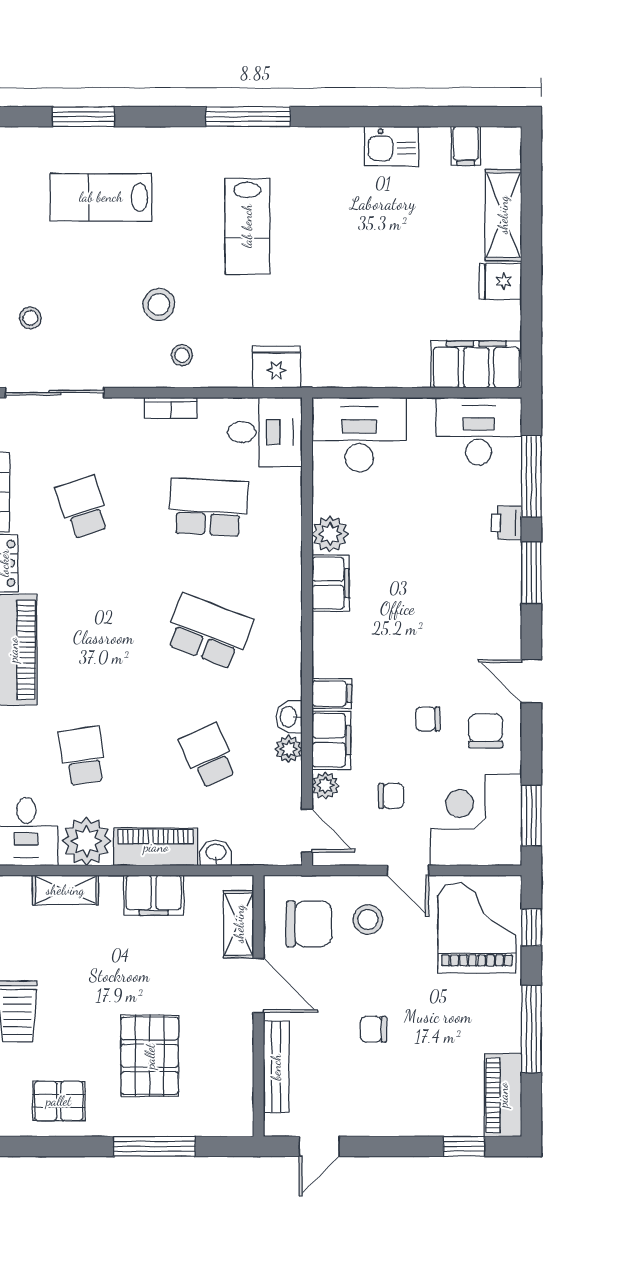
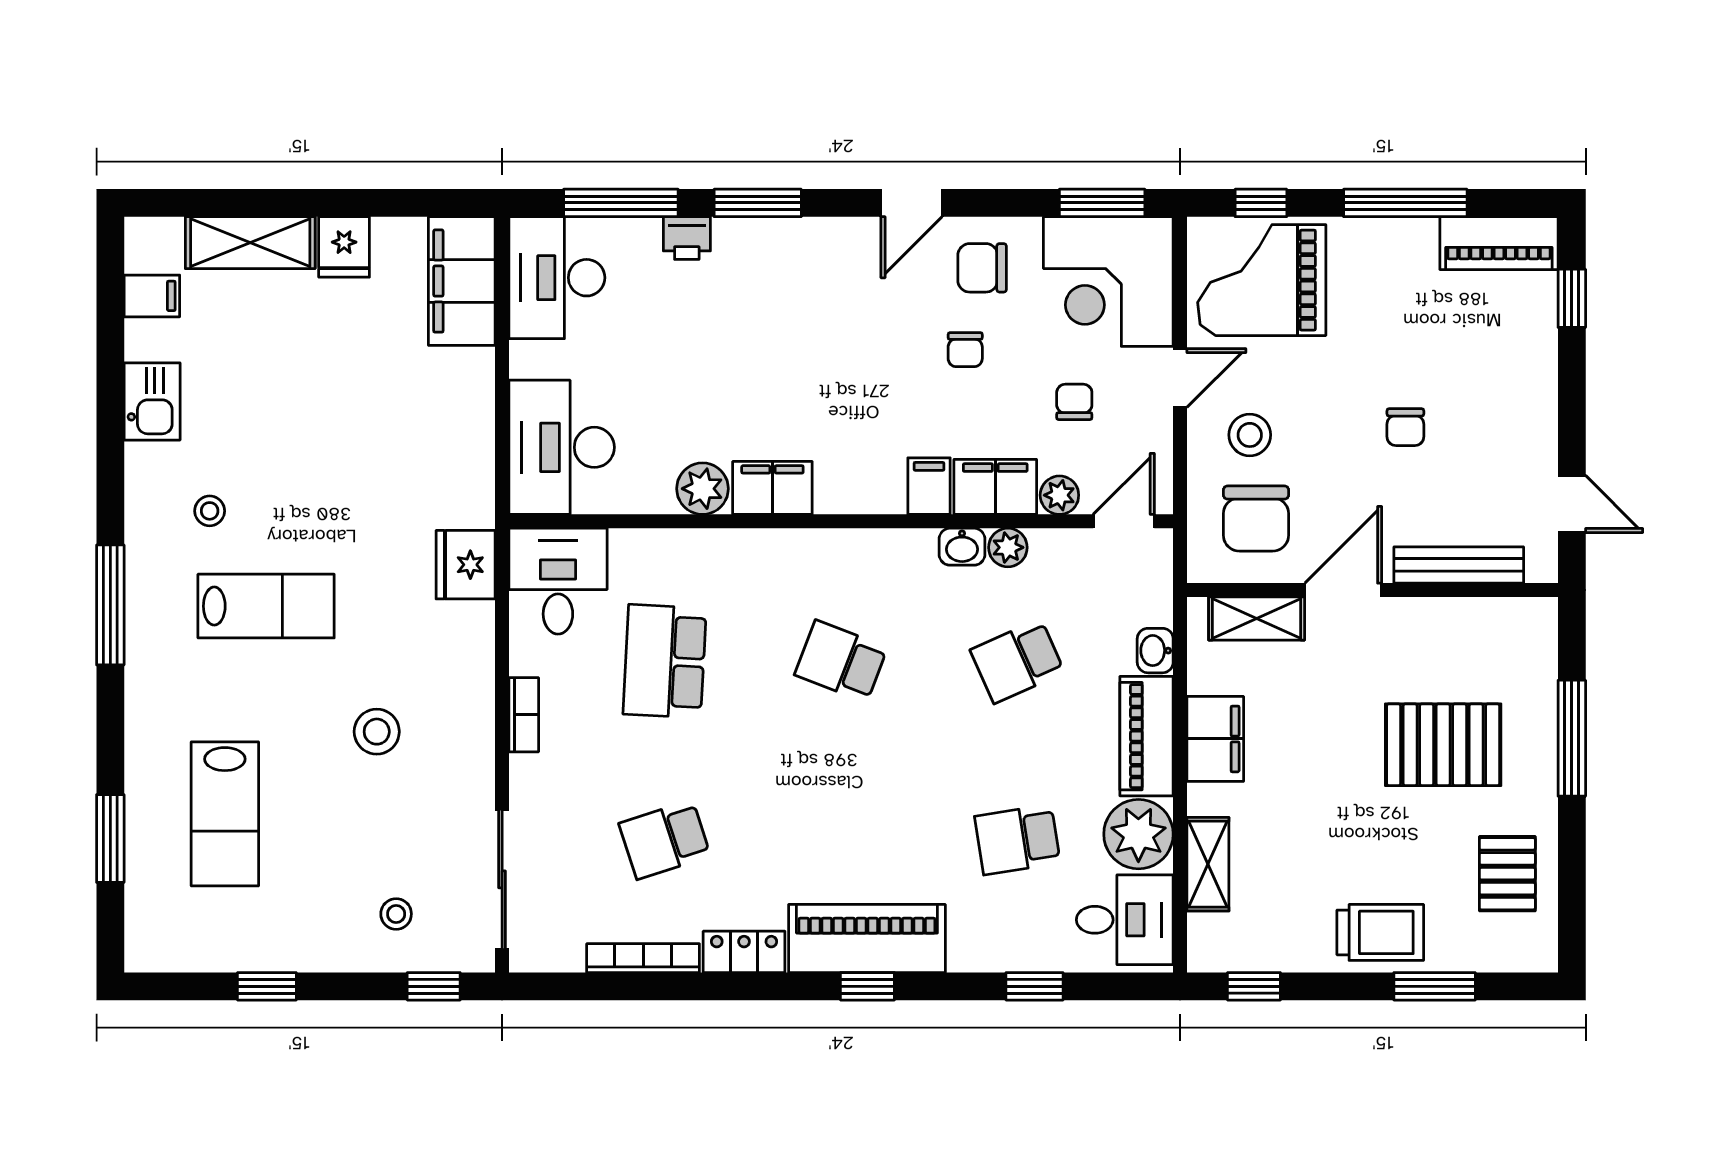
stool: (182, 355) -> (210, 511), moved
school desk: (208, 632) -> (841, 661), width x0.54
chair: (309, 924) -> (1256, 519), turned 180

